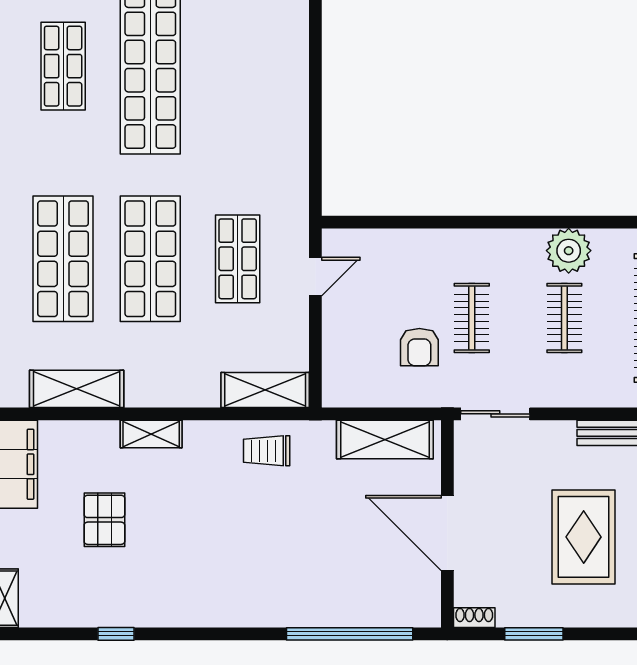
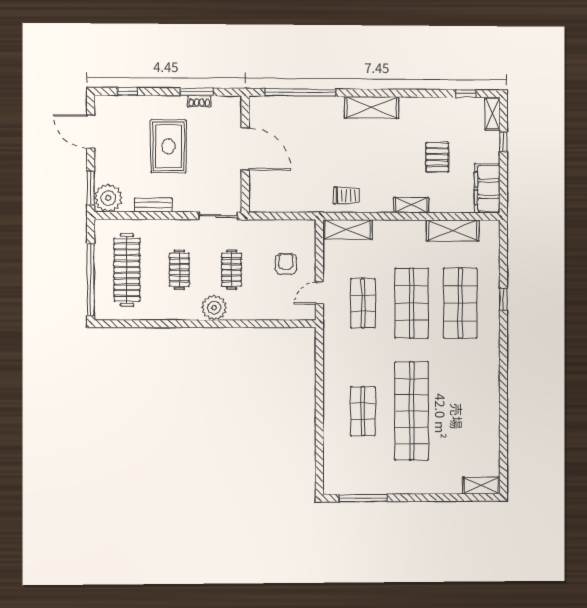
shop shelf: (63, 66) -> (363, 411), moved
plant: (569, 251) -> (214, 308), moved
armchair: (419, 347) -> (286, 264), moved
shelving: (385, 439) -> (372, 107), moved
shoe rack: (474, 618) -> (199, 101), moved
window: (116, 634) -> (466, 94), moved

